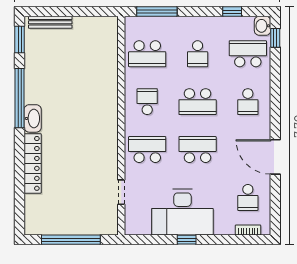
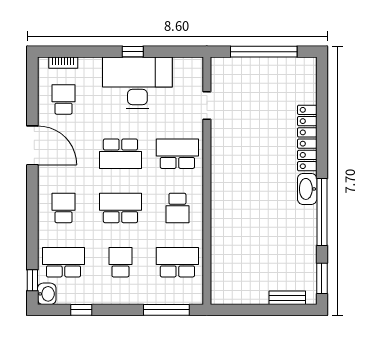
bench: (50, 22) -> (287, 298), width x0.73
school desk: (248, 54) -> (63, 262), turned 180
school desk: (147, 150) -> (177, 154), turned 180

